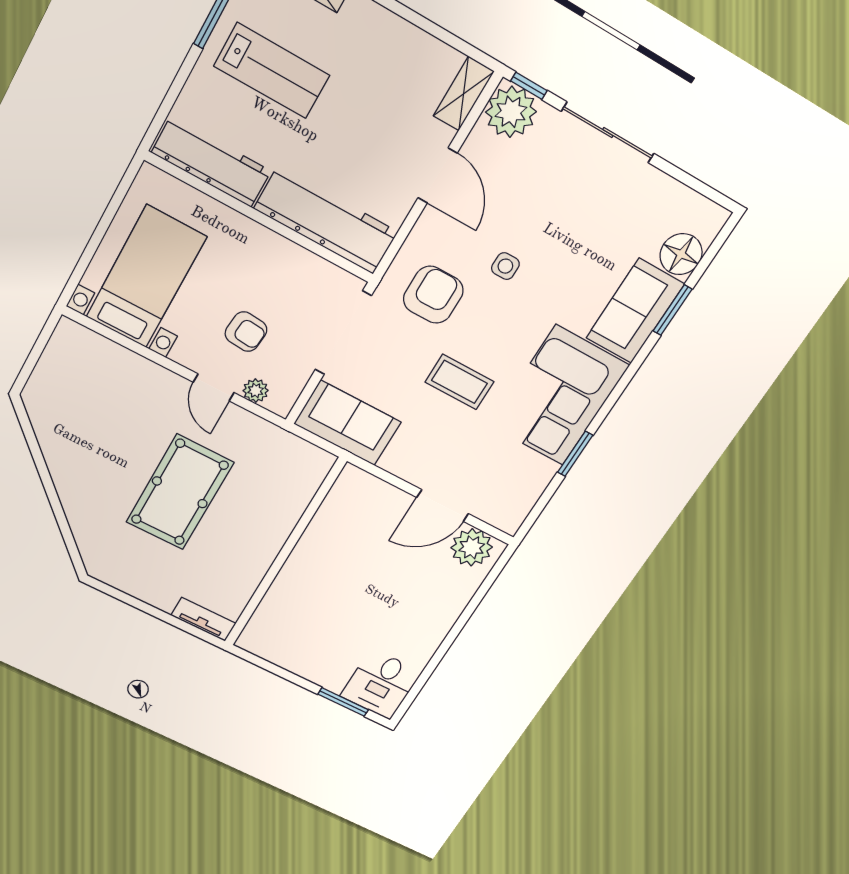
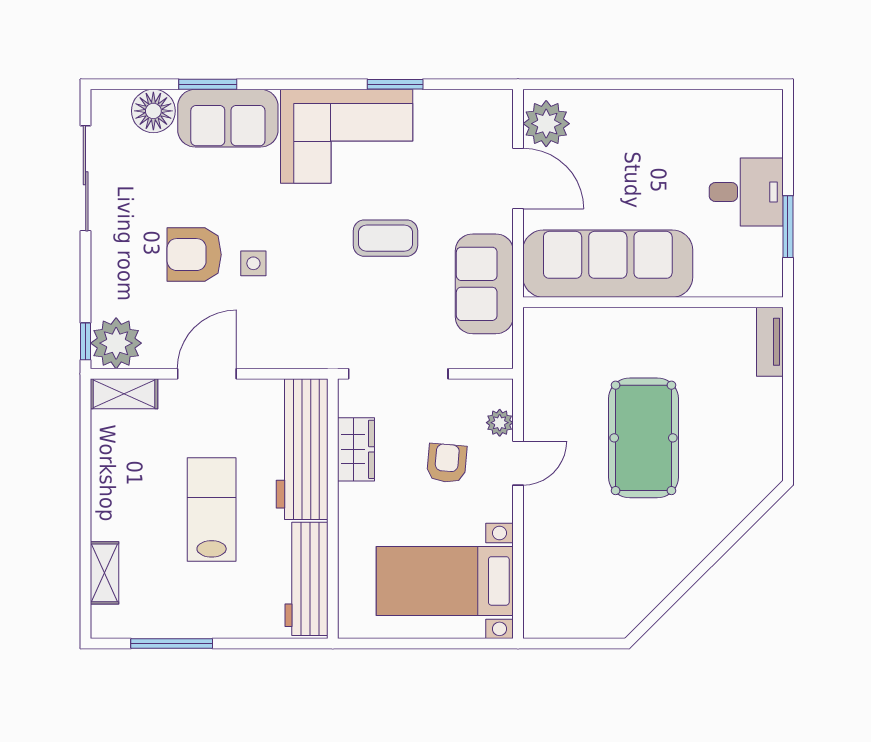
lab bench: (272, 71) -> (212, 509), moved
sliding door: (608, 133) -> (86, 178), moved
wardrobe: (300, 265) -> (356, 449), added
armchair: (433, 295) -> (194, 255), moved
coffee table: (459, 382) -> (385, 238), turned 90
sofa: (348, 423) -> (484, 284), moved
pool table: (180, 492) -> (643, 438), turned 90
sofa: (335, 536) -> (608, 264), added
desk: (381, 684) -> (746, 192), moved
window: (343, 702) -> (788, 227), moved

